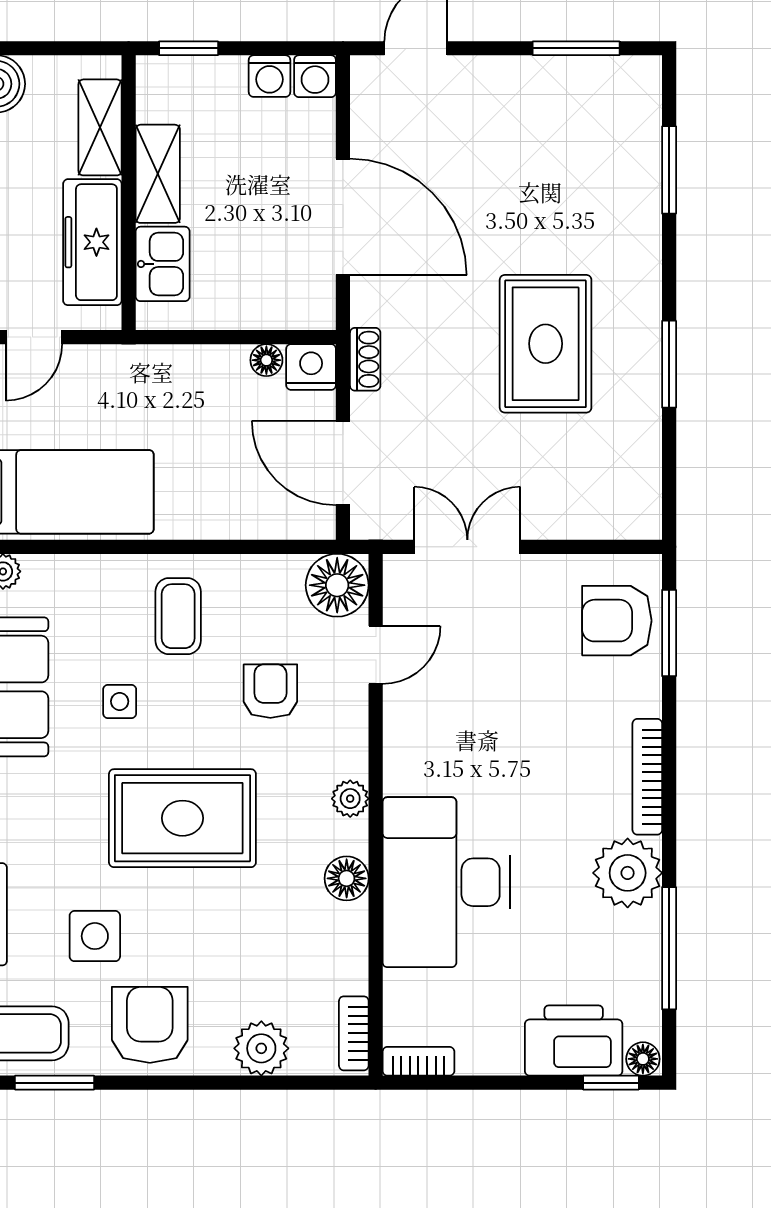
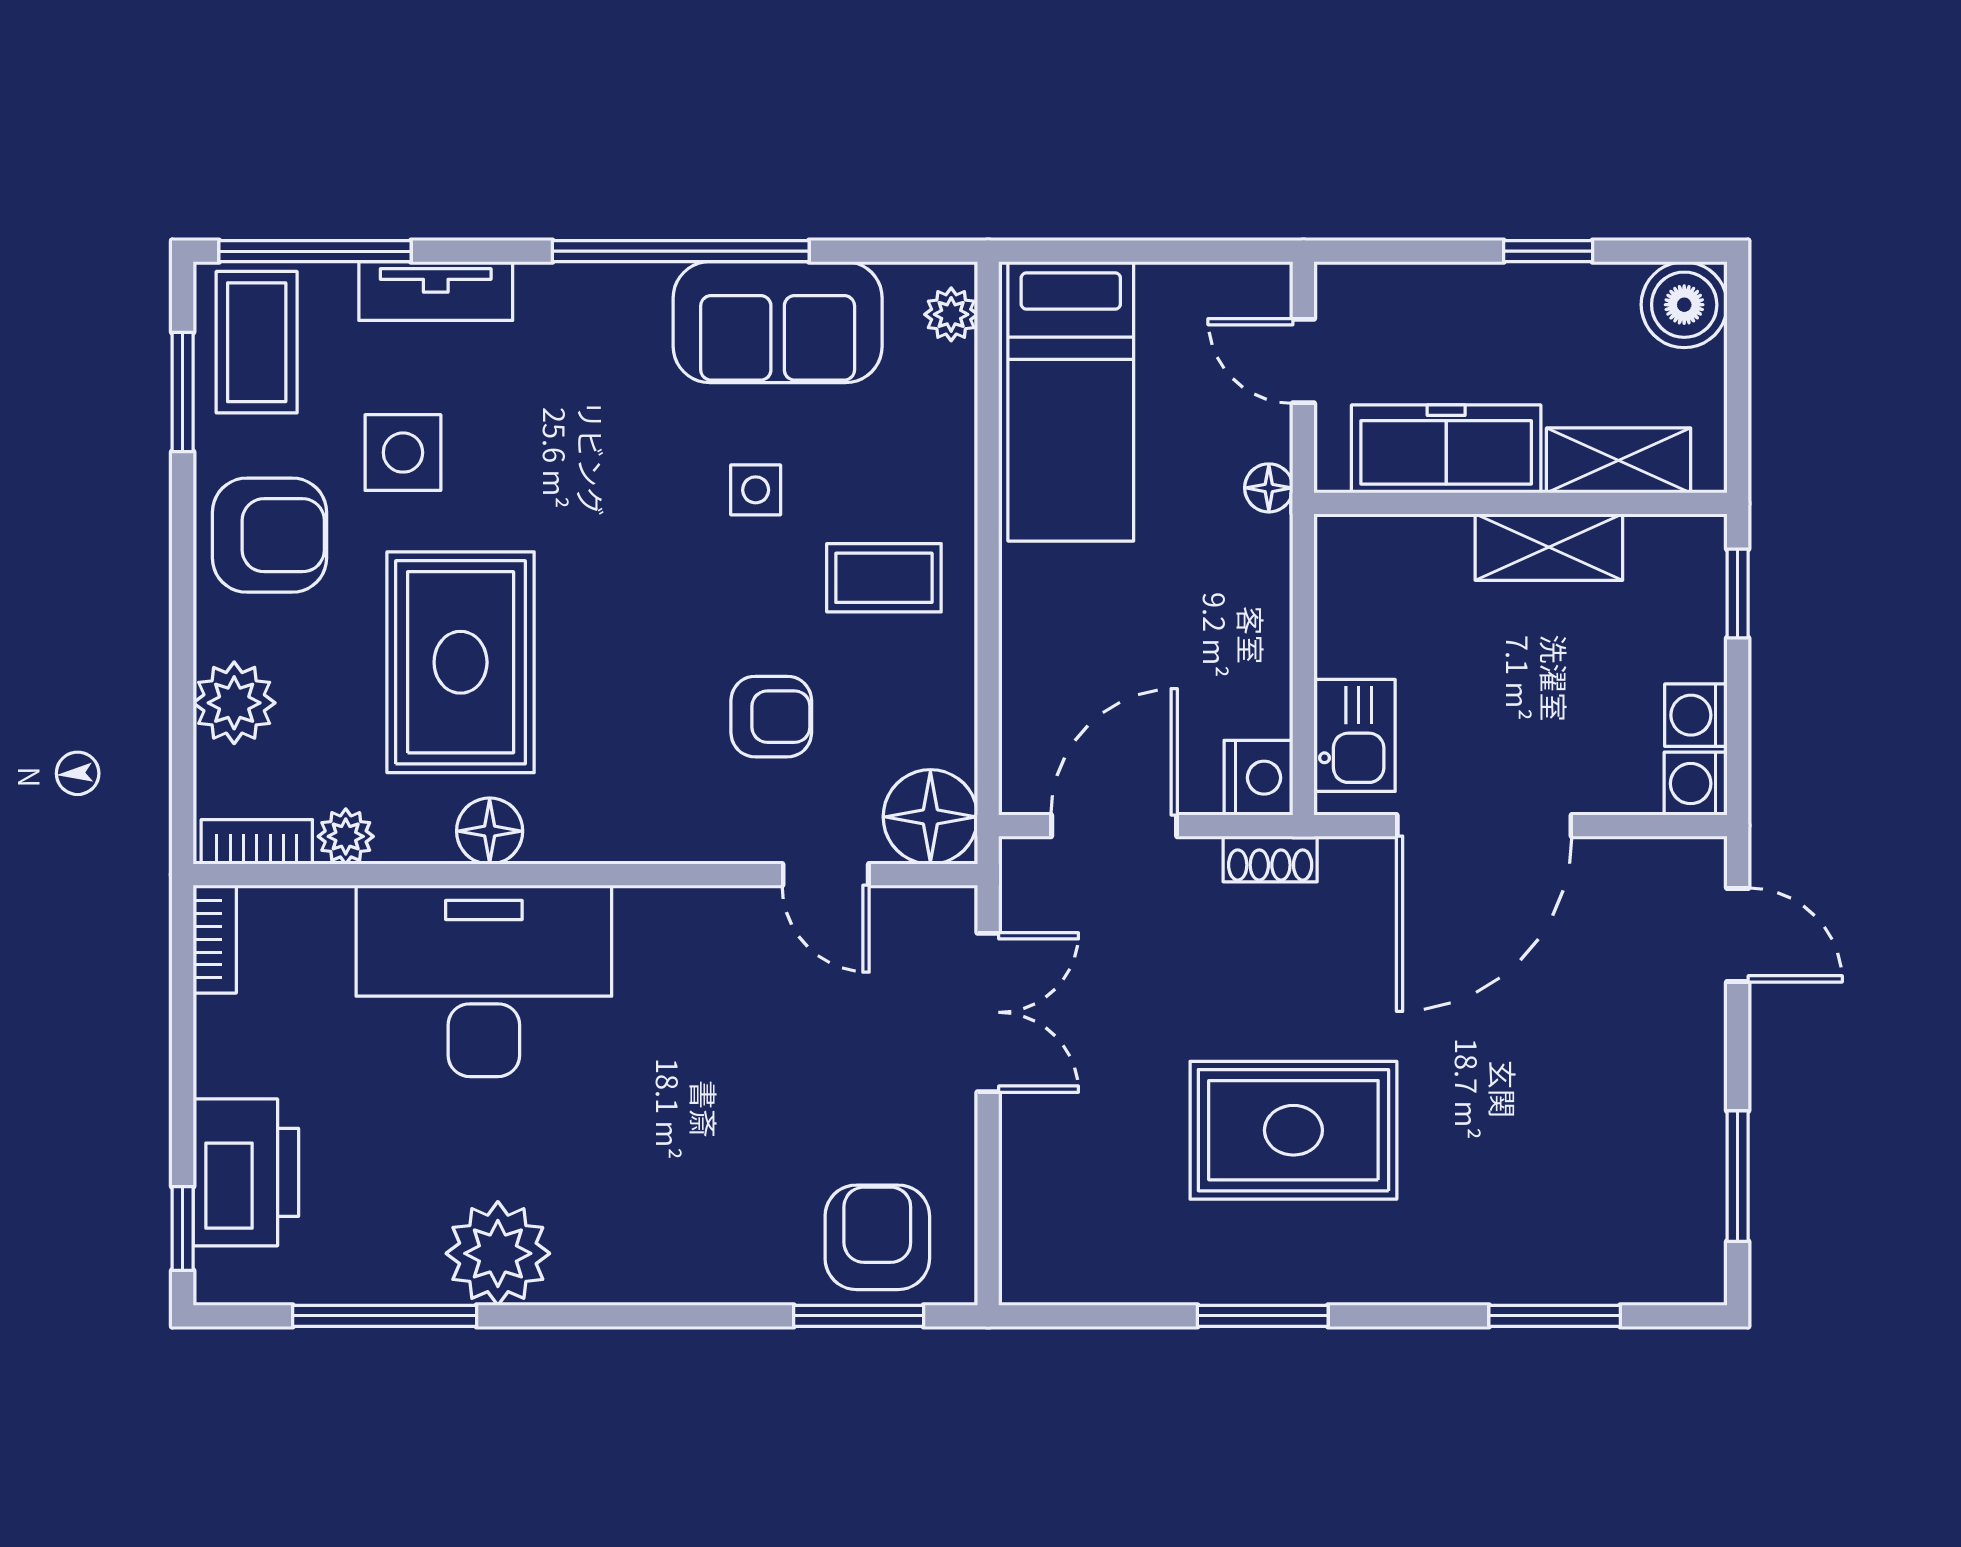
kitchen sink: (163, 264) -> (1355, 735), moved, turned -90
floor lamp: (266, 360) -> (1269, 488), moved
bookcase: (647, 777) -> (642, 1283), removed
plant: (350, 799) -> (346, 836), moved
rug: (182, 818) -> (461, 662), moved
floor lamp: (643, 1059) -> (218, 1277), removed

